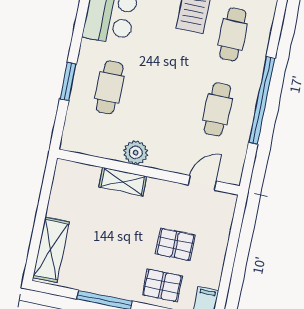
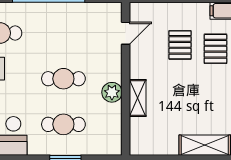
cafe table: (217, 109) -> (63, 79), moved
door: (202, 183) -> (126, 33), swing flipped

